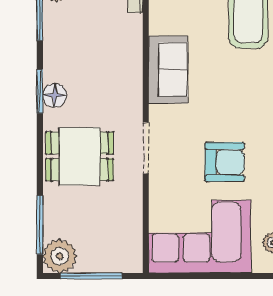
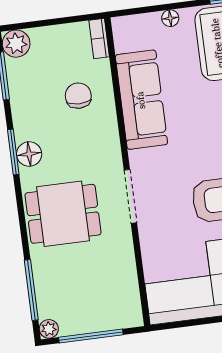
chair: (109, 46) -> (78, 96), added
sofa: (168, 70) -> (141, 100), width x1.36
plant: (60, 256) -> (49, 329), width x0.53, depth x0.53

